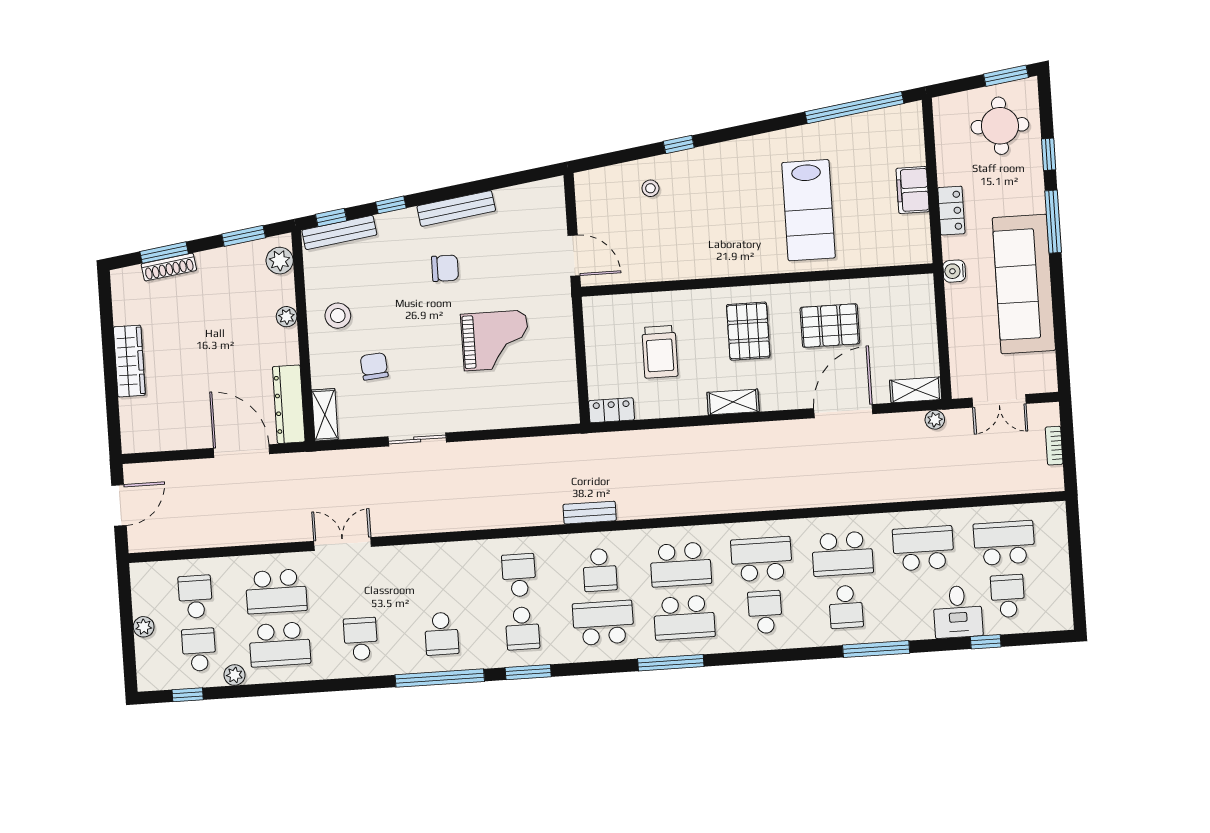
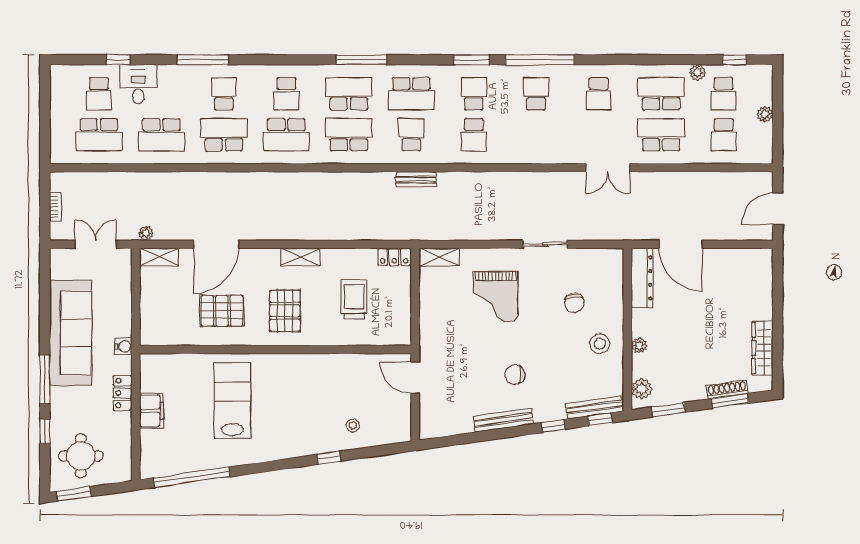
grand piano: (495, 340) -> (496, 297), moved, turned -90
wardrobe: (129, 361) -> (762, 348), moved
shelving: (325, 415) -> (439, 257), moved, turned 90

